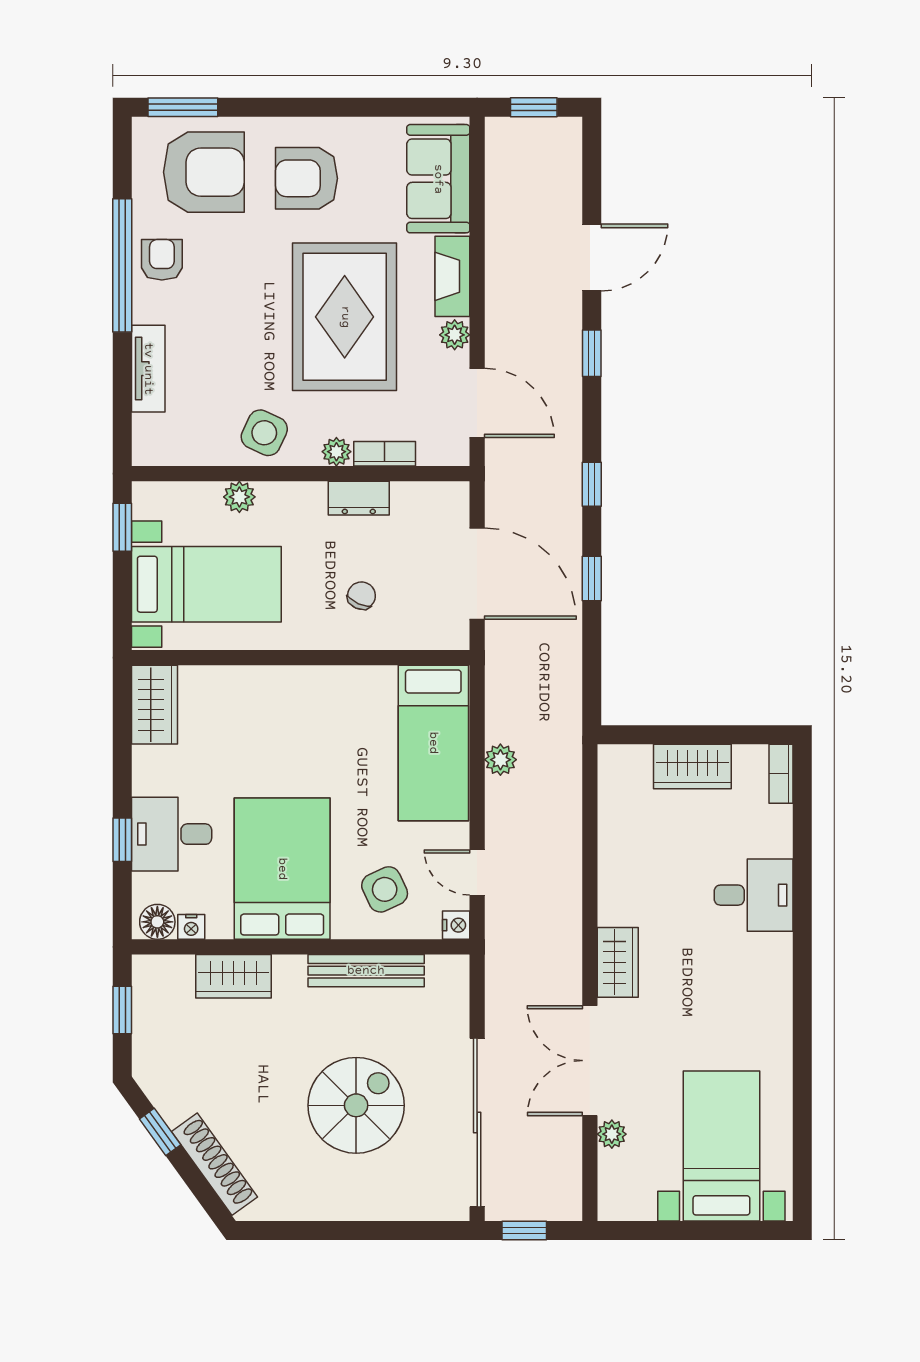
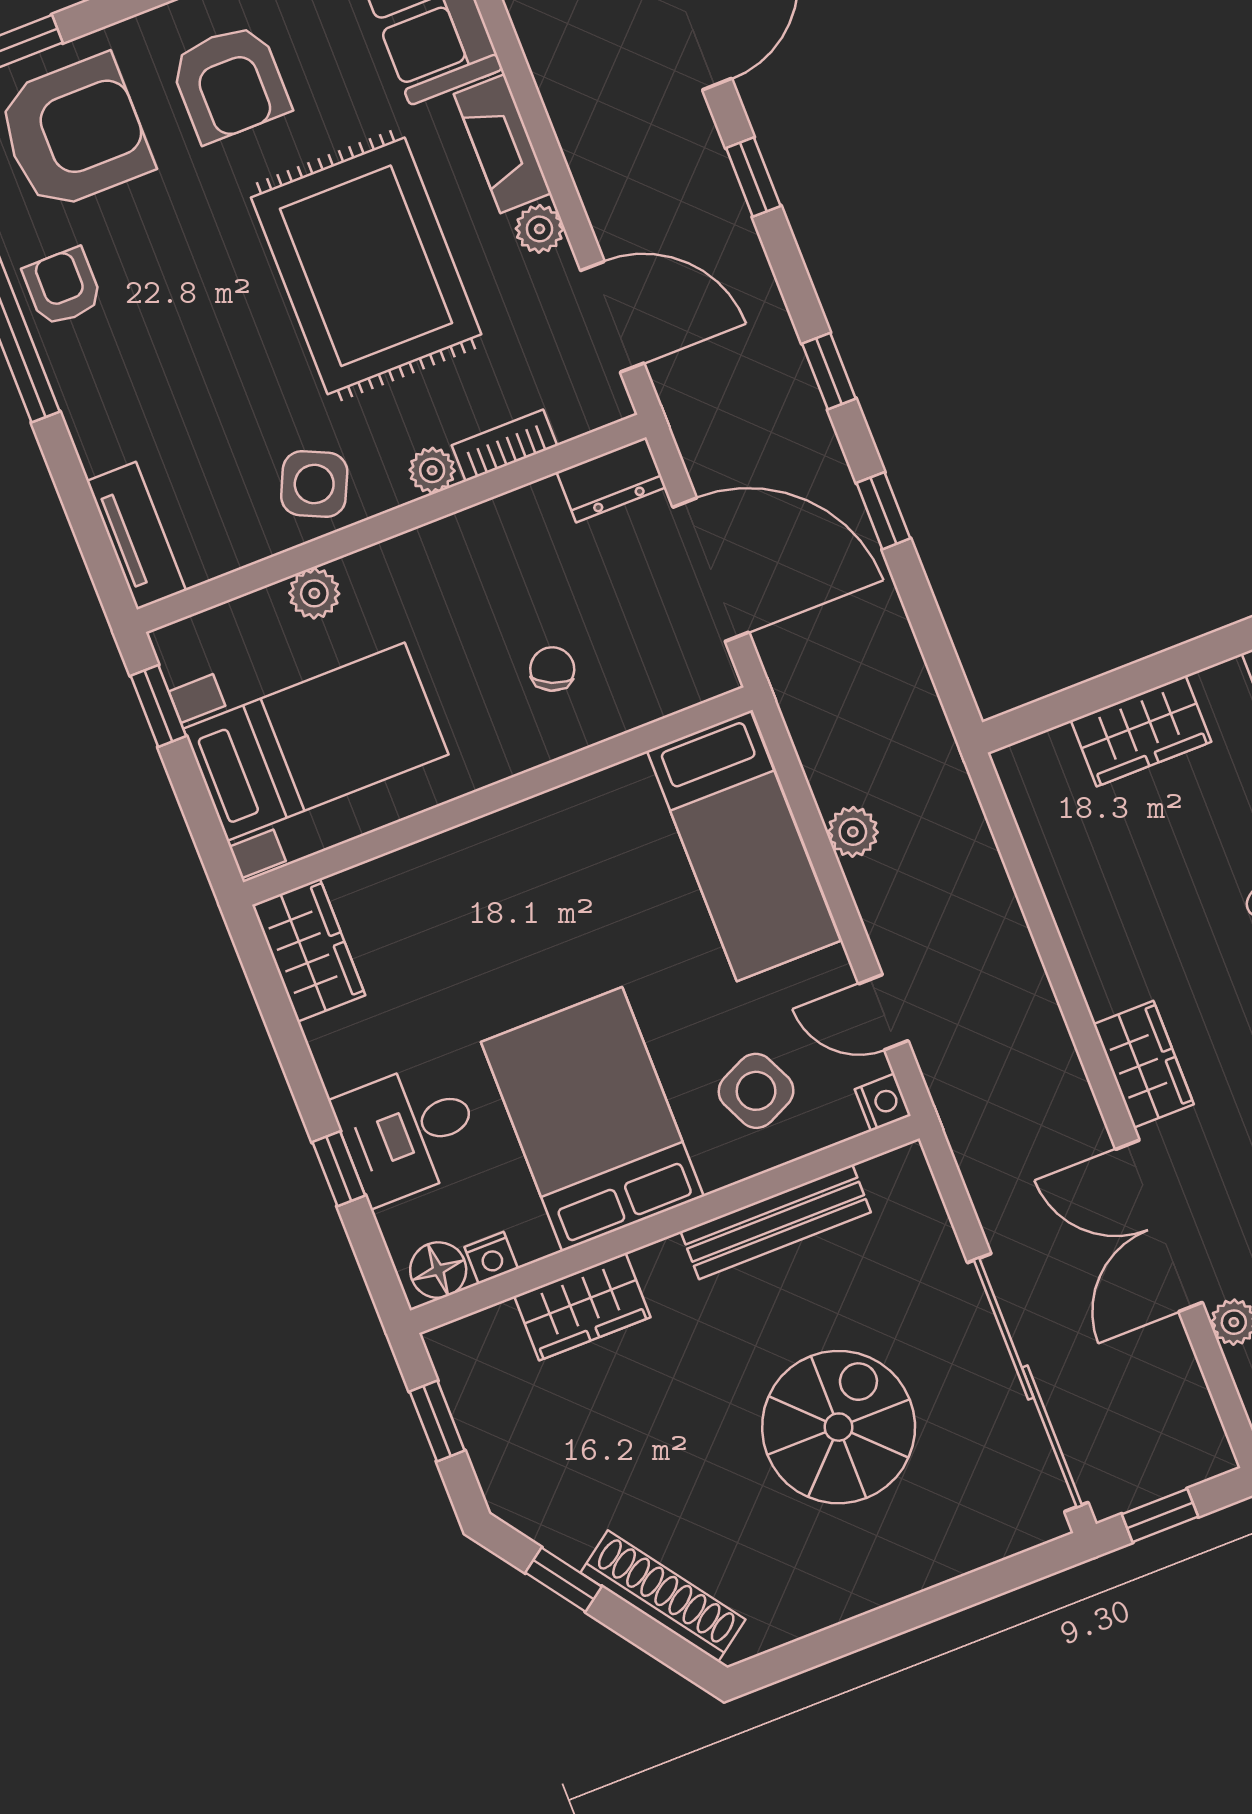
armchair: (307, 178) -> (230, 83), turned -90
tv unit: (148, 369) -> (136, 536), moved
dresser: (359, 498) -> (611, 480), moved

